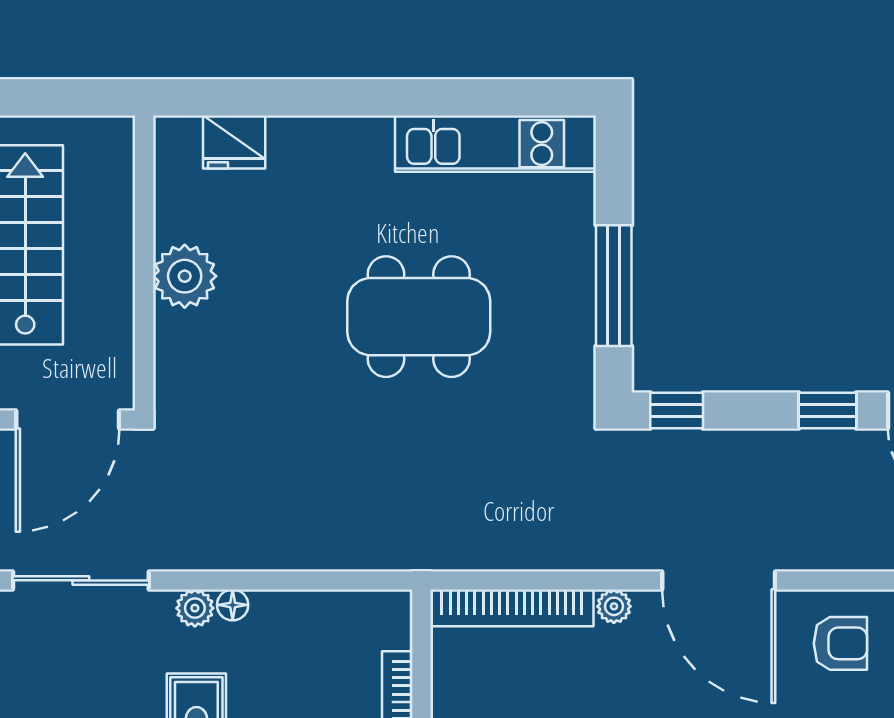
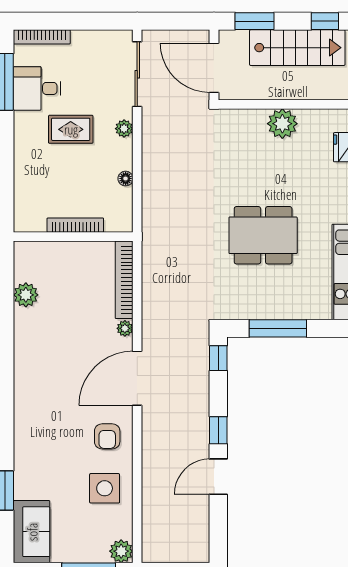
dining table: (419, 317) -> (263, 235), turned 90
floor lamp: (233, 605) -> (126, 179), moved

